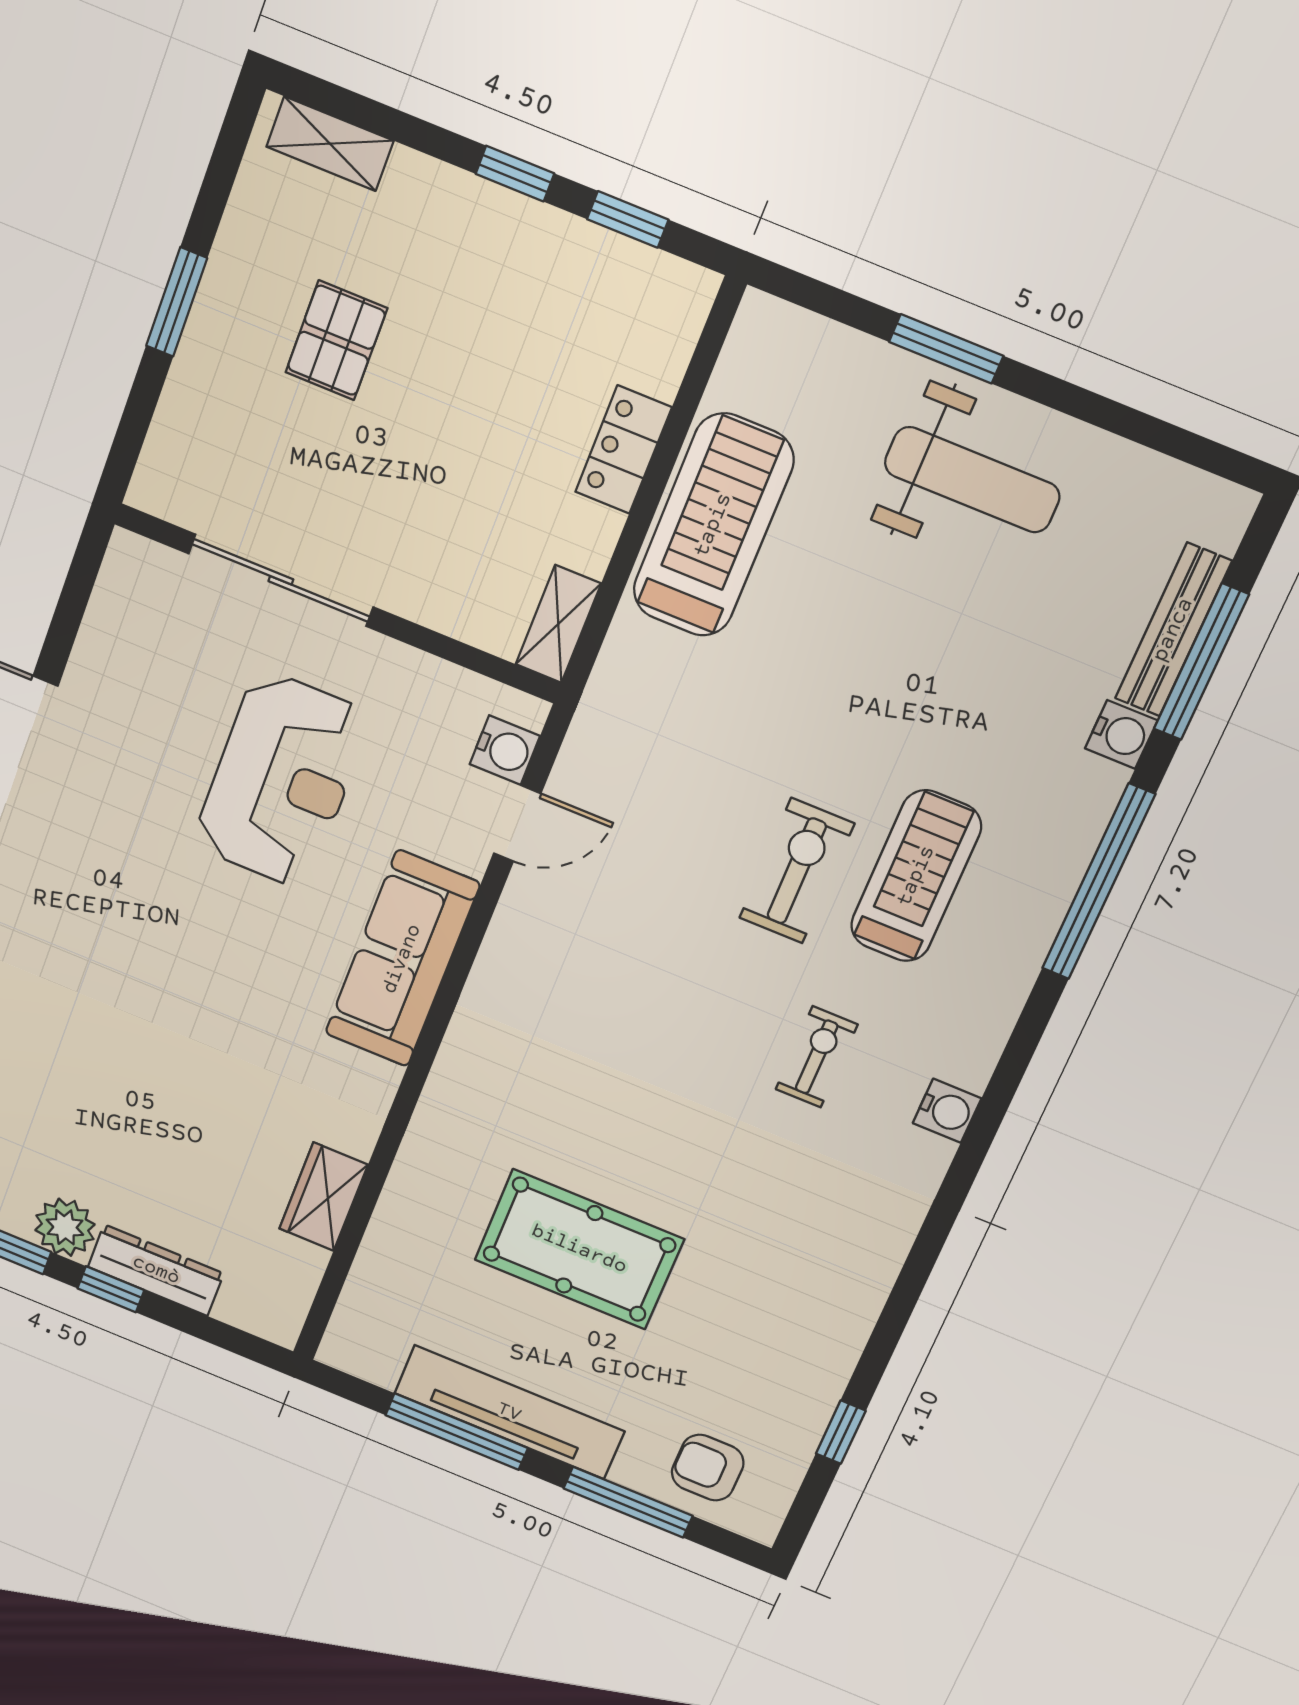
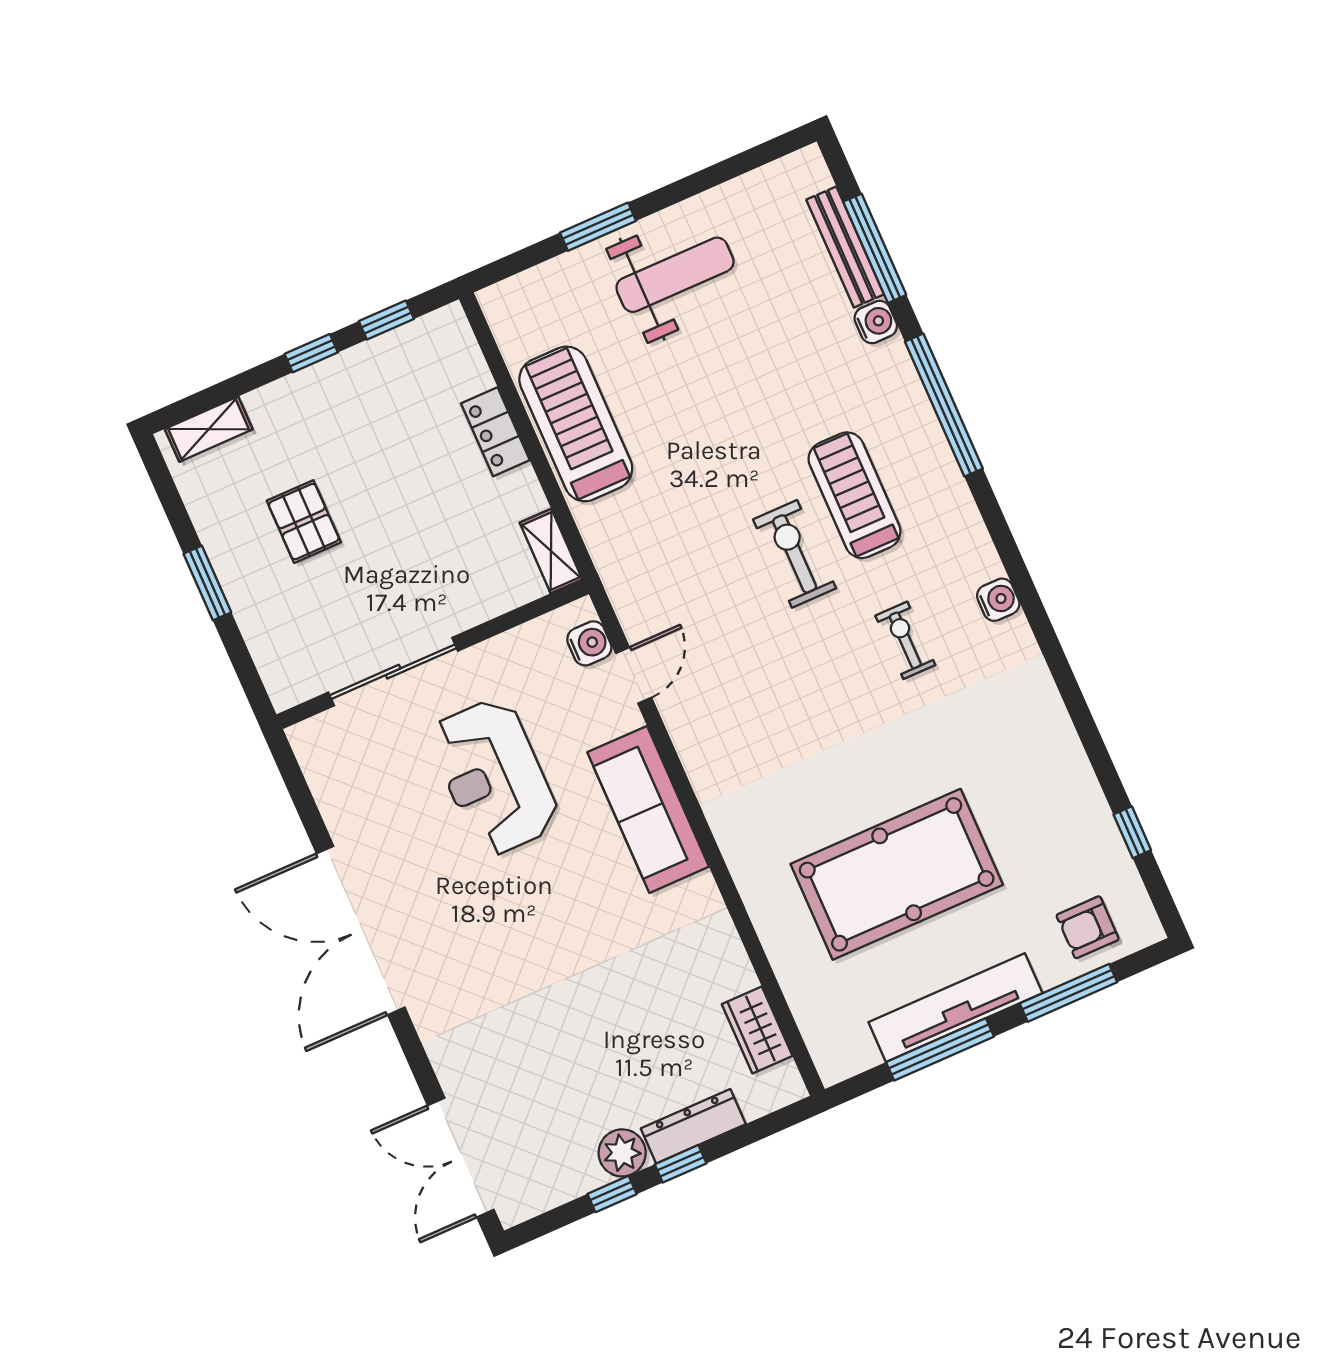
reception desk: (282, 780) -> (494, 777), turned 180
wardrobe: (324, 1197) -> (757, 1030), moved
pool table: (579, 1249) -> (897, 874), width x1.36, depth x1.32

